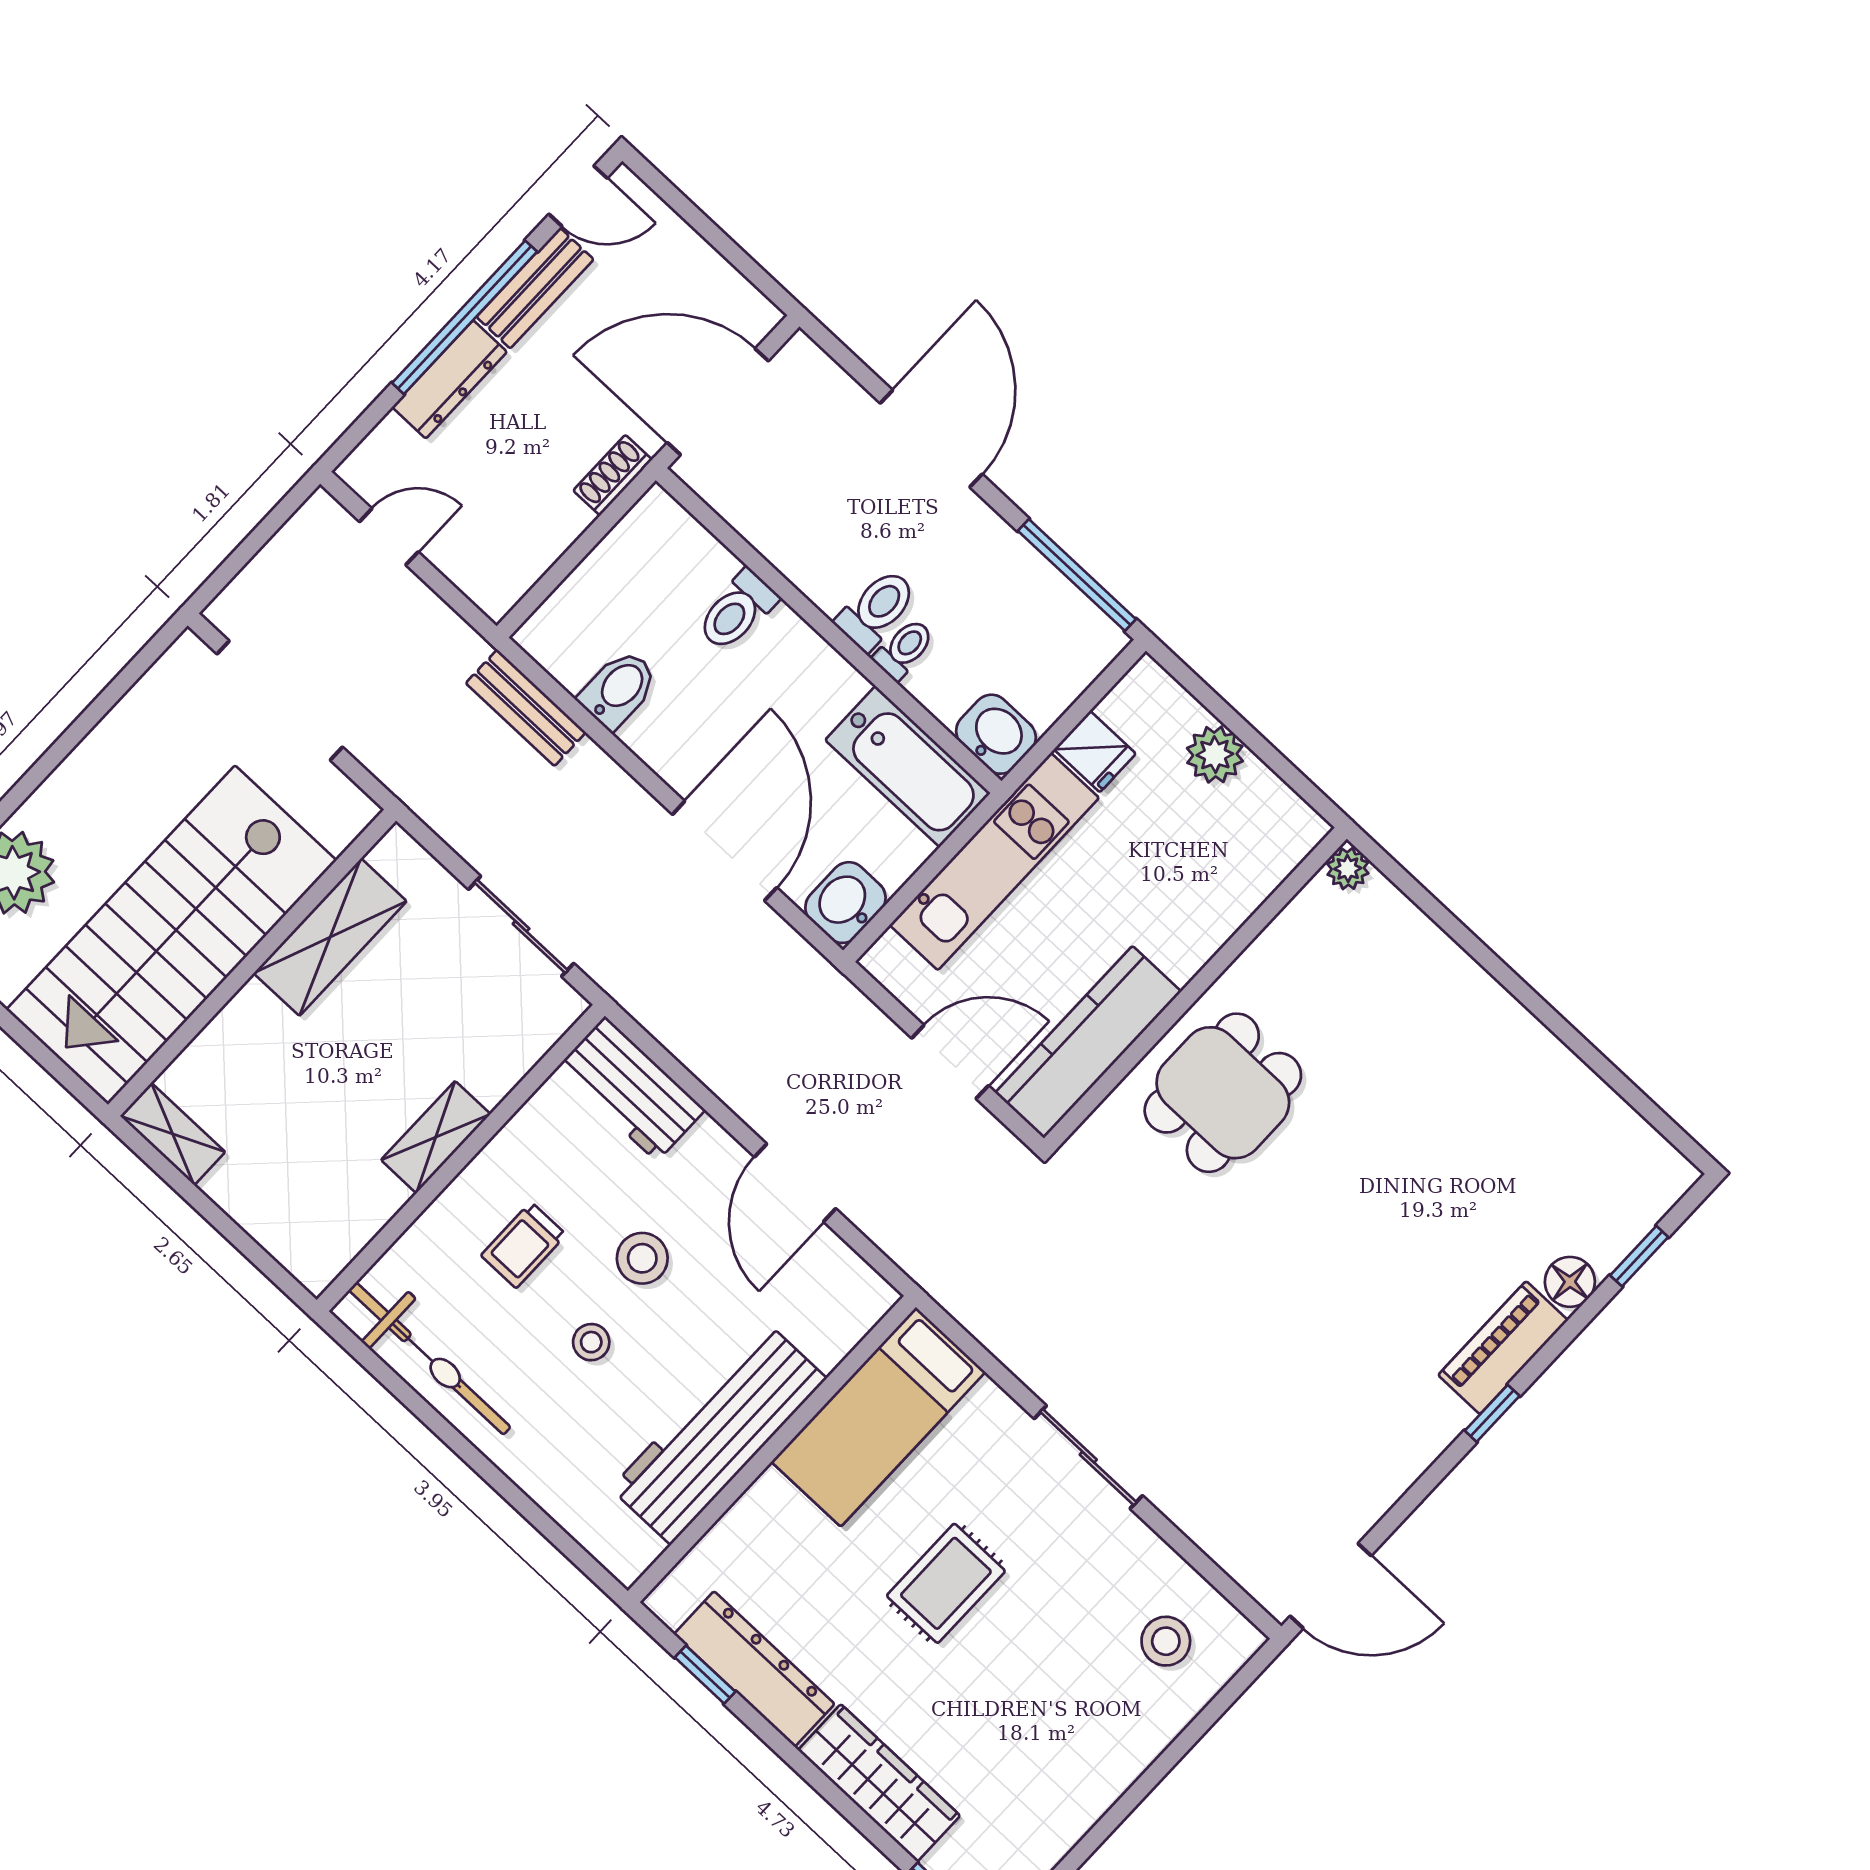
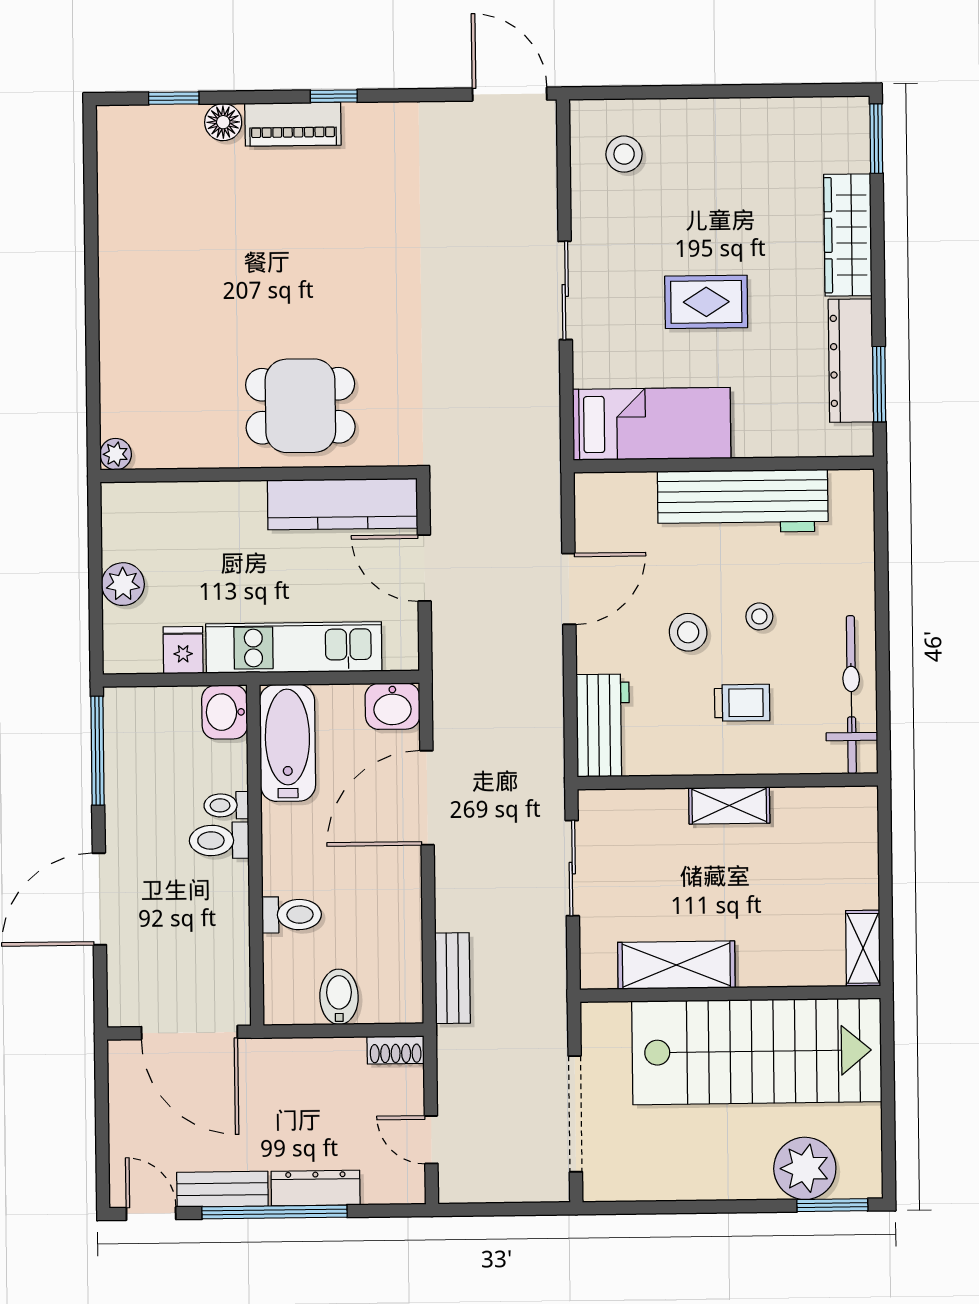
shoe rack: (613, 475) -> (396, 1050), moved
bidet: (619, 689) -> (339, 997), moved, turned 90
window: (705, 1675) -> (879, 384), width x1.50

